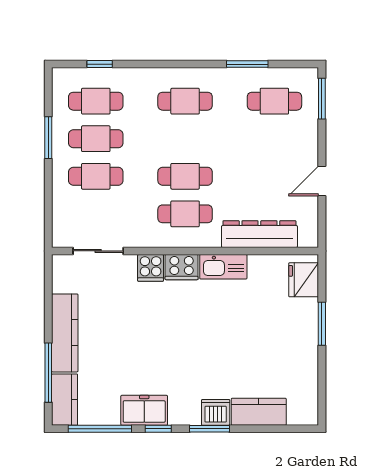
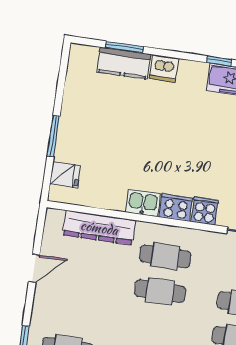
kitchen sink: (223, 267) -> (143, 203), width x0.73
fridge: (304, 280) -> (65, 175), width x0.72
window: (209, 429) -> (125, 47), moved

